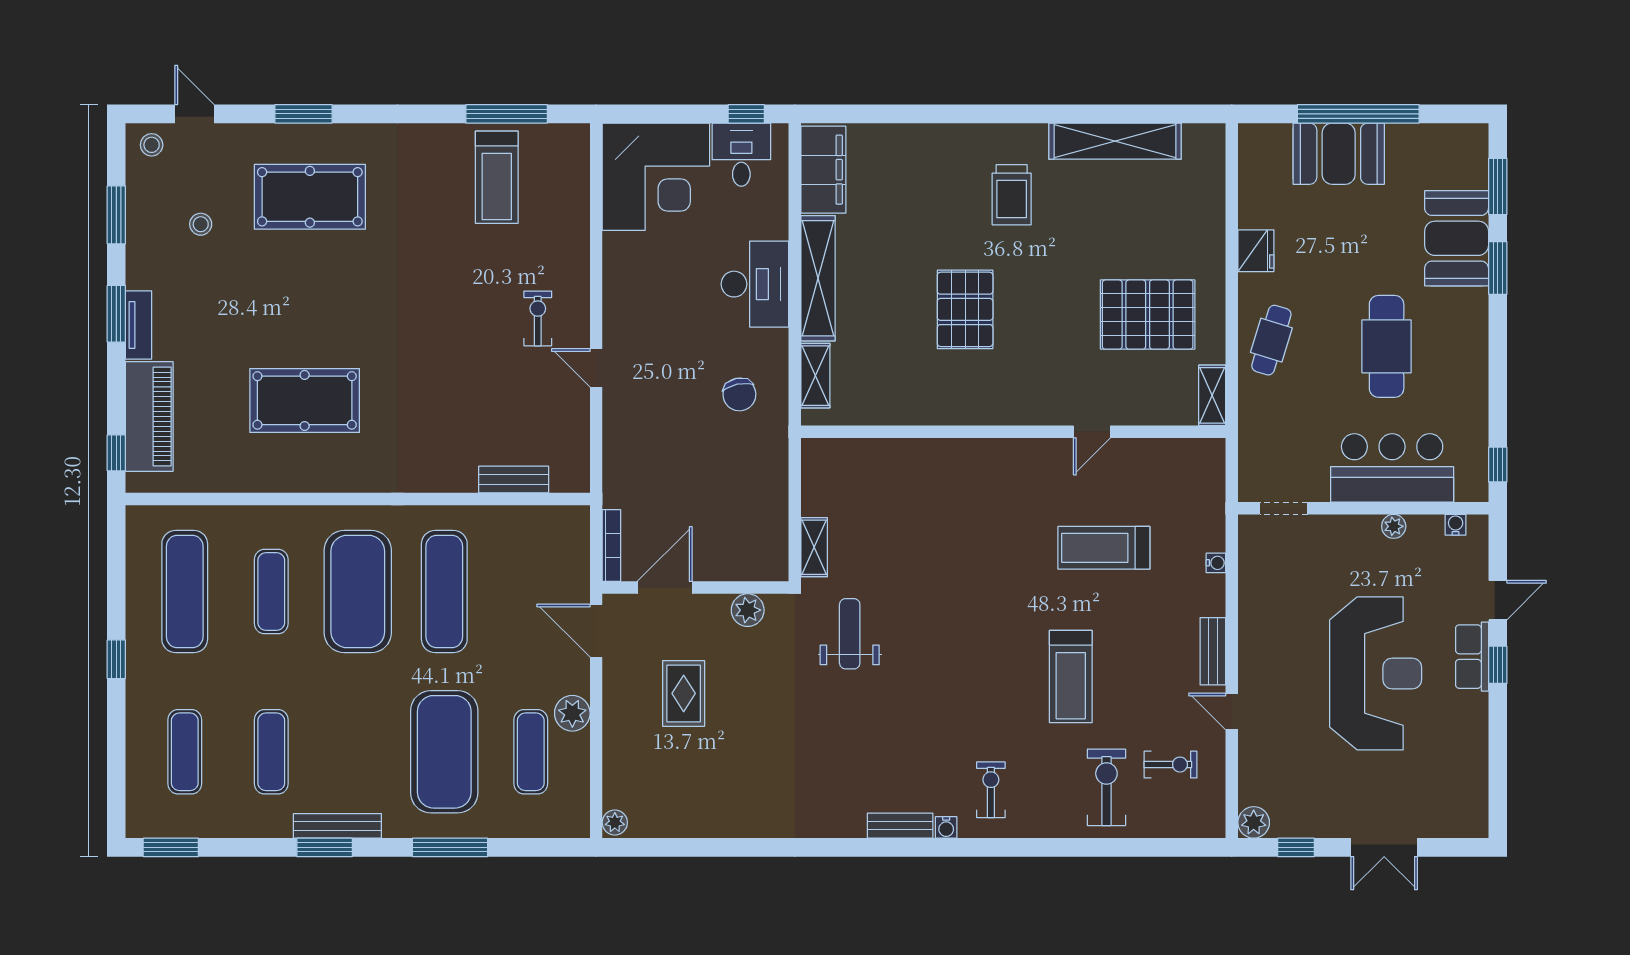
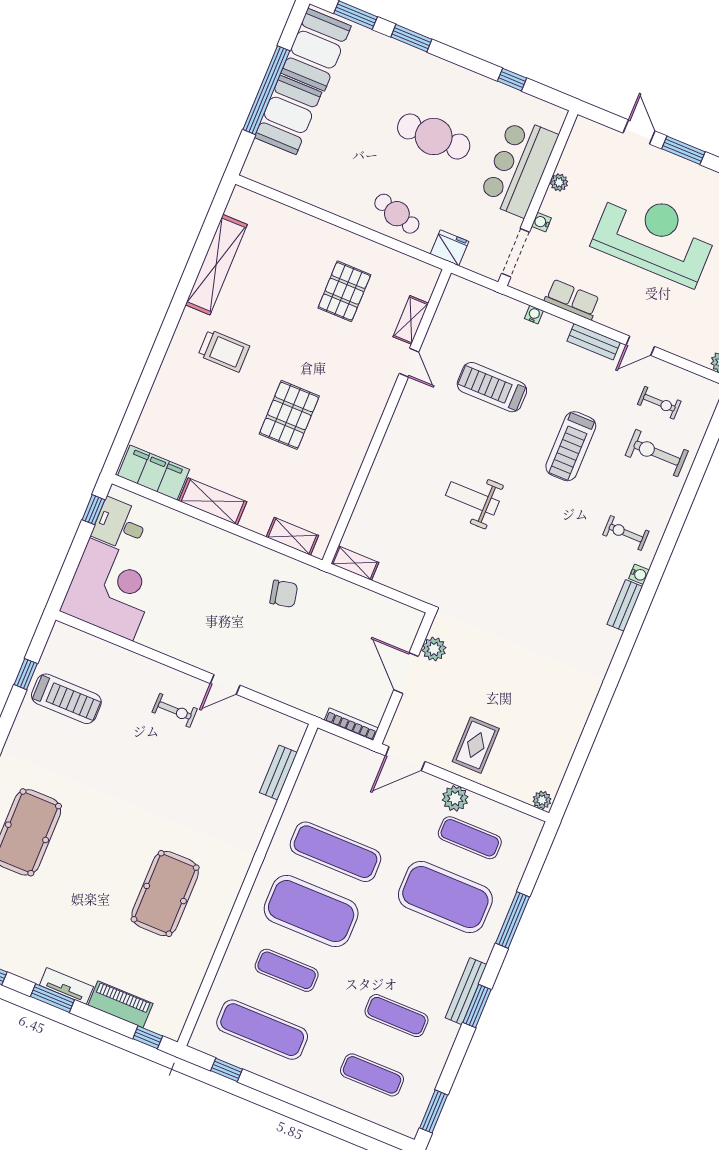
window: (507, 114) -> (26, 674), width x0.46
stool: (201, 224) -> (15, 915), removed
booth: (1457, 238) -> (316, 50), moved, turned 90
fridge: (1256, 251) -> (449, 248), moved
shelving: (818, 278) -> (213, 501), width x0.68
desk: (755, 284) -> (213, 552), removed
pallet: (965, 309) -> (289, 415), turned 90
pallet: (1148, 315) -> (344, 291), width x0.73, depth x0.71
exercise bike: (538, 318) -> (175, 710), turned 180
shelving: (1212, 395) -> (411, 320), moved, turned 90
piano: (149, 416) -> (120, 1004), width x0.73, depth x0.75
window: (1498, 465) -> (512, 80), moved
doorway: (1284, 508) -> (516, 253), width x1.38
water cooler: (1456, 525) -> (541, 222), moved
shelving: (814, 547) -> (355, 563), moved
treadmill: (1104, 548) -> (492, 387), turned 90
door: (665, 588) -> (406, 673), moved
weight bench: (850, 634) -> (472, 498), moved
row of seats: (1472, 657) -> (572, 299), moved, turned 180
window: (116, 659) -> (227, 1070), moved
window: (1498, 665) -> (683, 150), width x1.50
treadmill: (1071, 676) -> (571, 446), turned 90
rug: (684, 693) -> (476, 745), moved, turned 90
exercise bike: (1170, 765) -> (659, 403), turned 90

